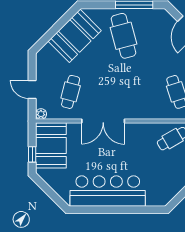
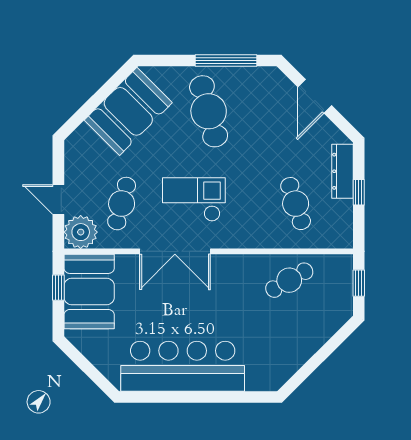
checkout: (115, 89) -> (194, 199), added
plant: (41, 114) -> (81, 232), width x1.88, depth x1.88
window: (32, 154) -> (58, 288), moved

